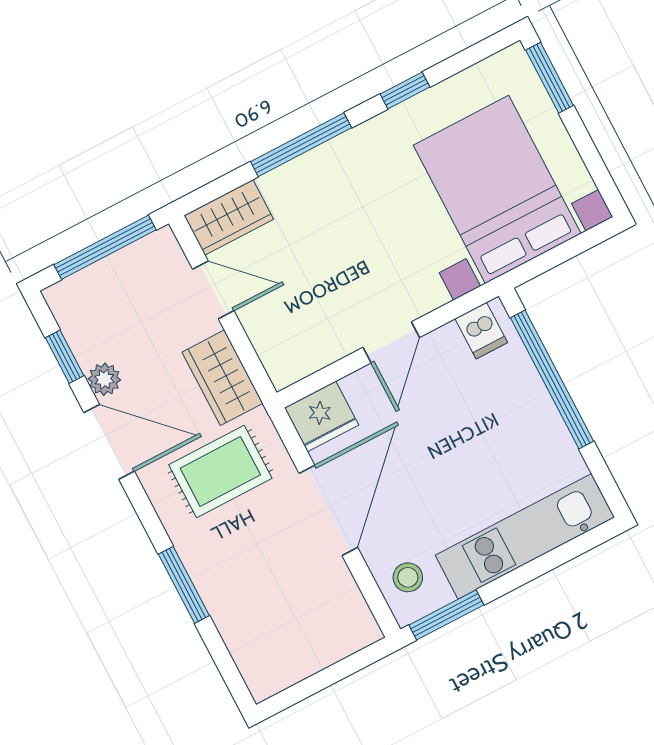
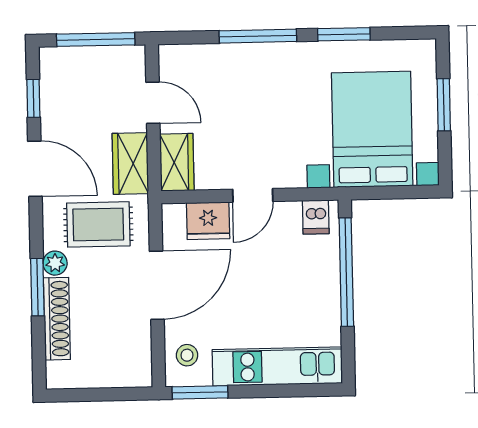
window: (550, 78) -> (444, 105), moved
window: (405, 90) -> (344, 34), width x1.50
wardrobe: (229, 217) -> (177, 162), moved, turned -90
plant: (104, 379) -> (55, 263), moved
fridge: (322, 416) -> (208, 221), moved
shoe rack: (227, 612) -> (57, 319), added

